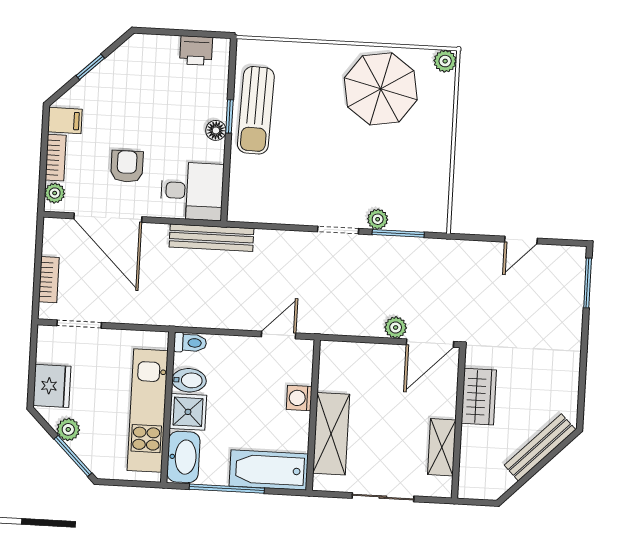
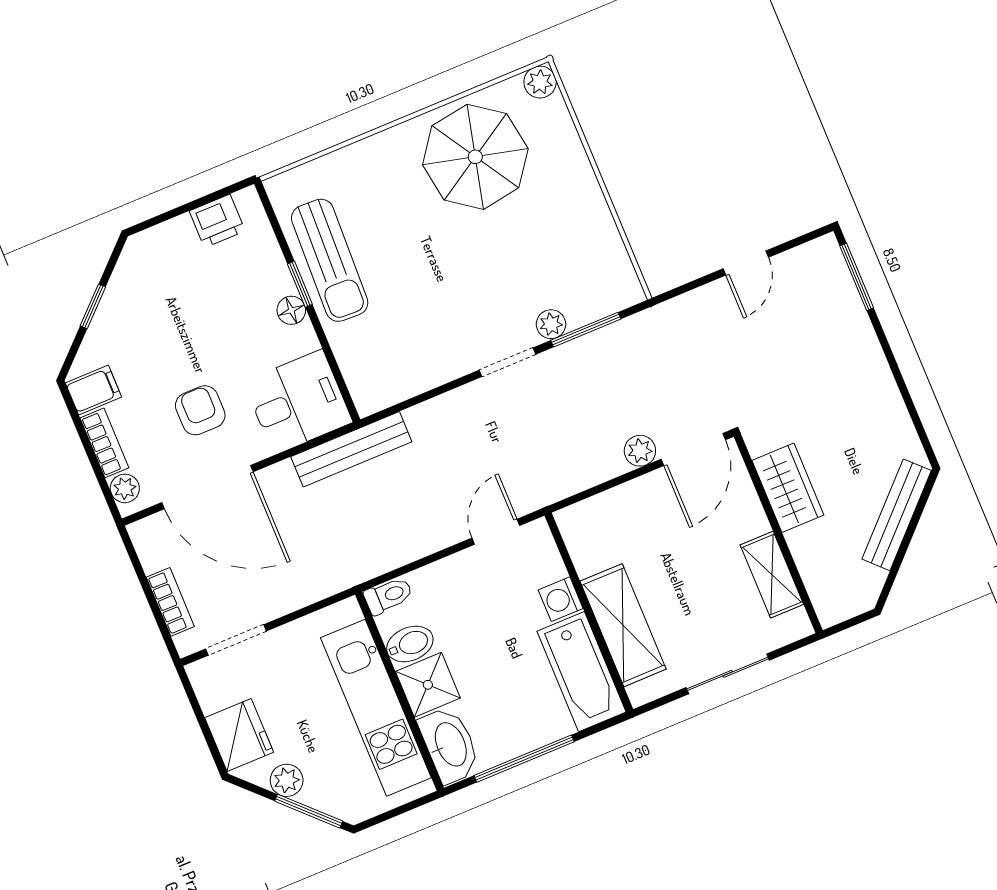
bathtub: (269, 470) -> (581, 672), moved, turned -90

